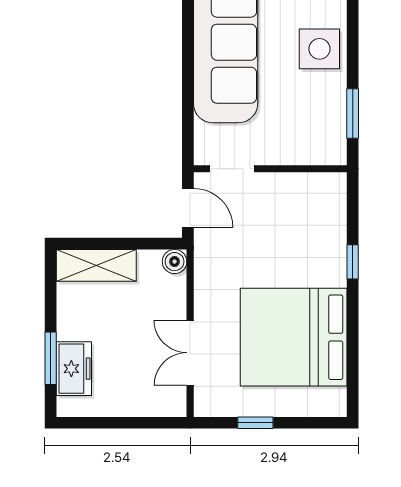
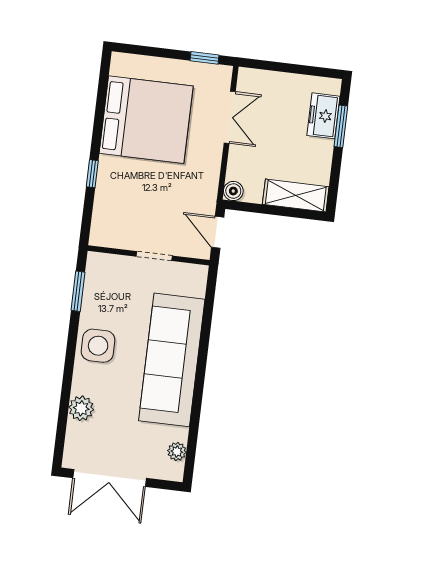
doorway: (232, 169) -> (154, 256), moved
window: (255, 423) -> (205, 58), moved

